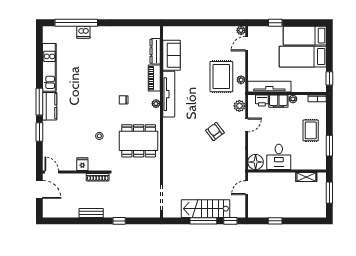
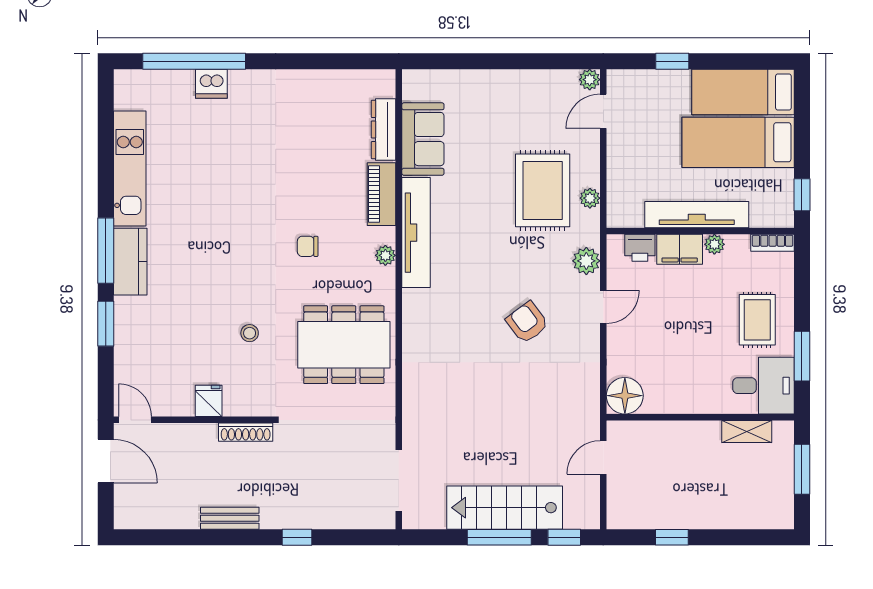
tv unit: (269, 87) -> (697, 215), moved
desk: (279, 157) -> (764, 386), moved, turned -90

